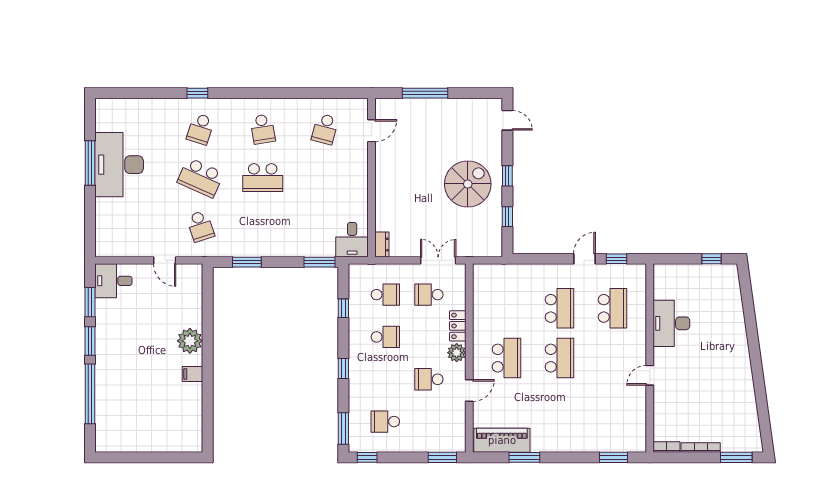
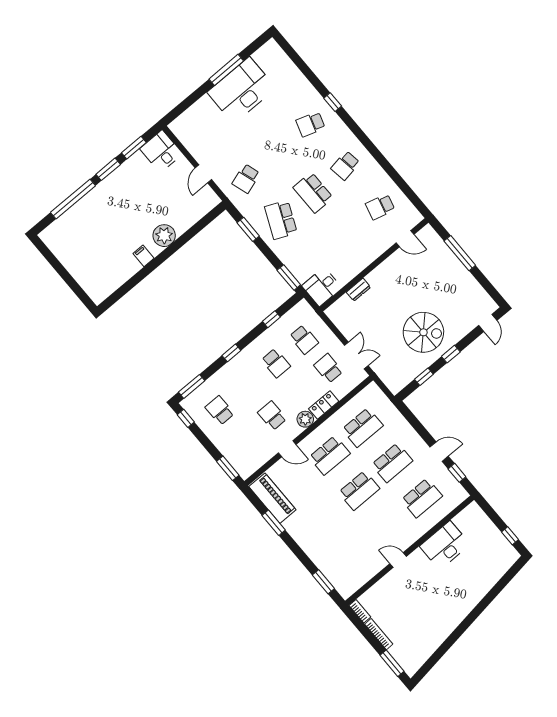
school desk: (200, 178) -> (281, 220), moved
dresser: (382, 244) -> (358, 290), moved
school desk: (506, 308) -> (363, 427), added

